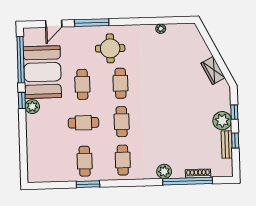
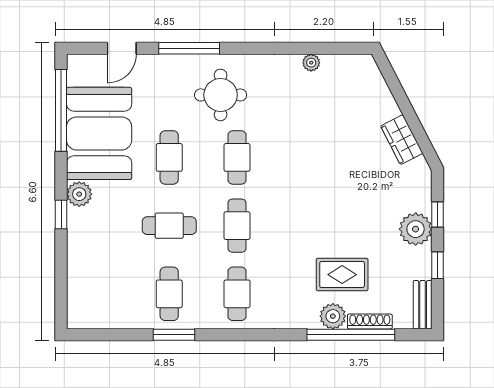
window: (22, 101) -> (61, 215), moved
bench: (227, 144) -> (423, 305), moved
rug: (182, 147) -> (342, 275), added
plant: (164, 171) -> (333, 316), moved

